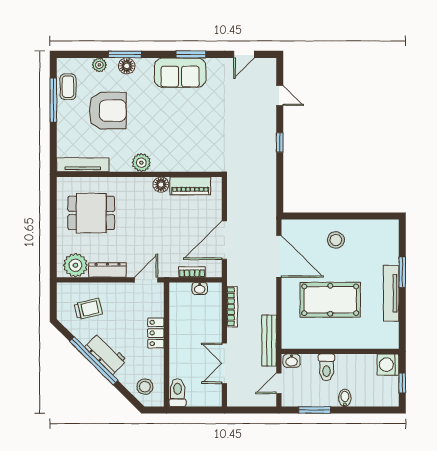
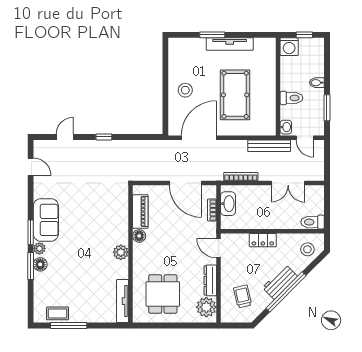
window: (191, 54) -> (31, 232), moved
plant: (99, 65) -> (39, 248), moved
armchair: (108, 111) -> (77, 280), removed
washbasin: (200, 289) -> (228, 204), width x1.91, depth x1.45

